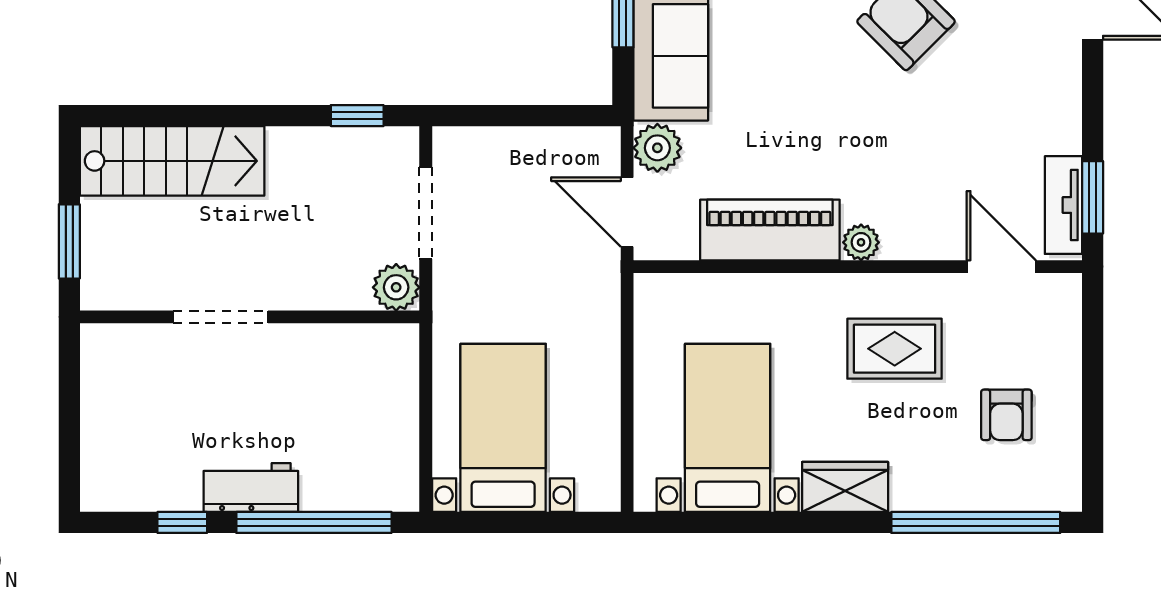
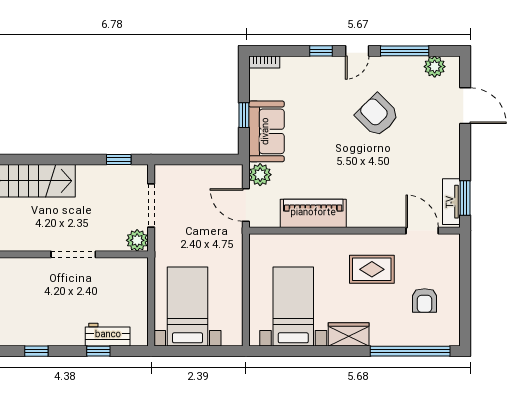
plant: (861, 242) -> (356, 219), removed
doorway: (221, 317) -> (73, 254), moved
workbench: (251, 488) -> (108, 335), moved
window: (314, 522) -> (98, 351), width x0.32

